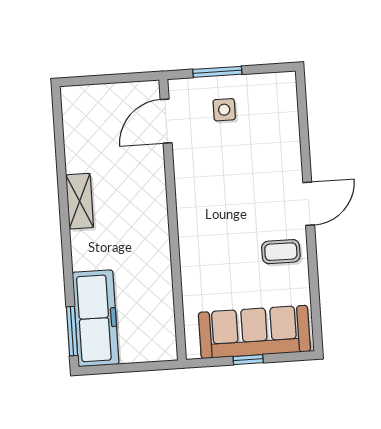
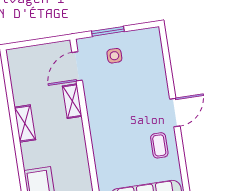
shelving: (154, 173) -> (72, 101), added
coffee table: (281, 252) -> (159, 145), turned 90

